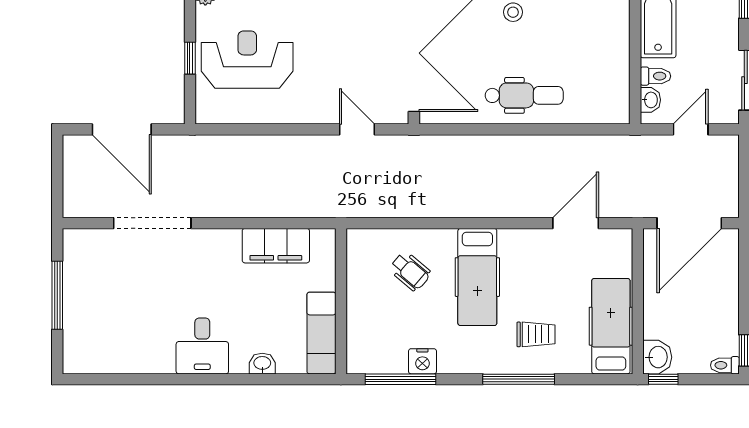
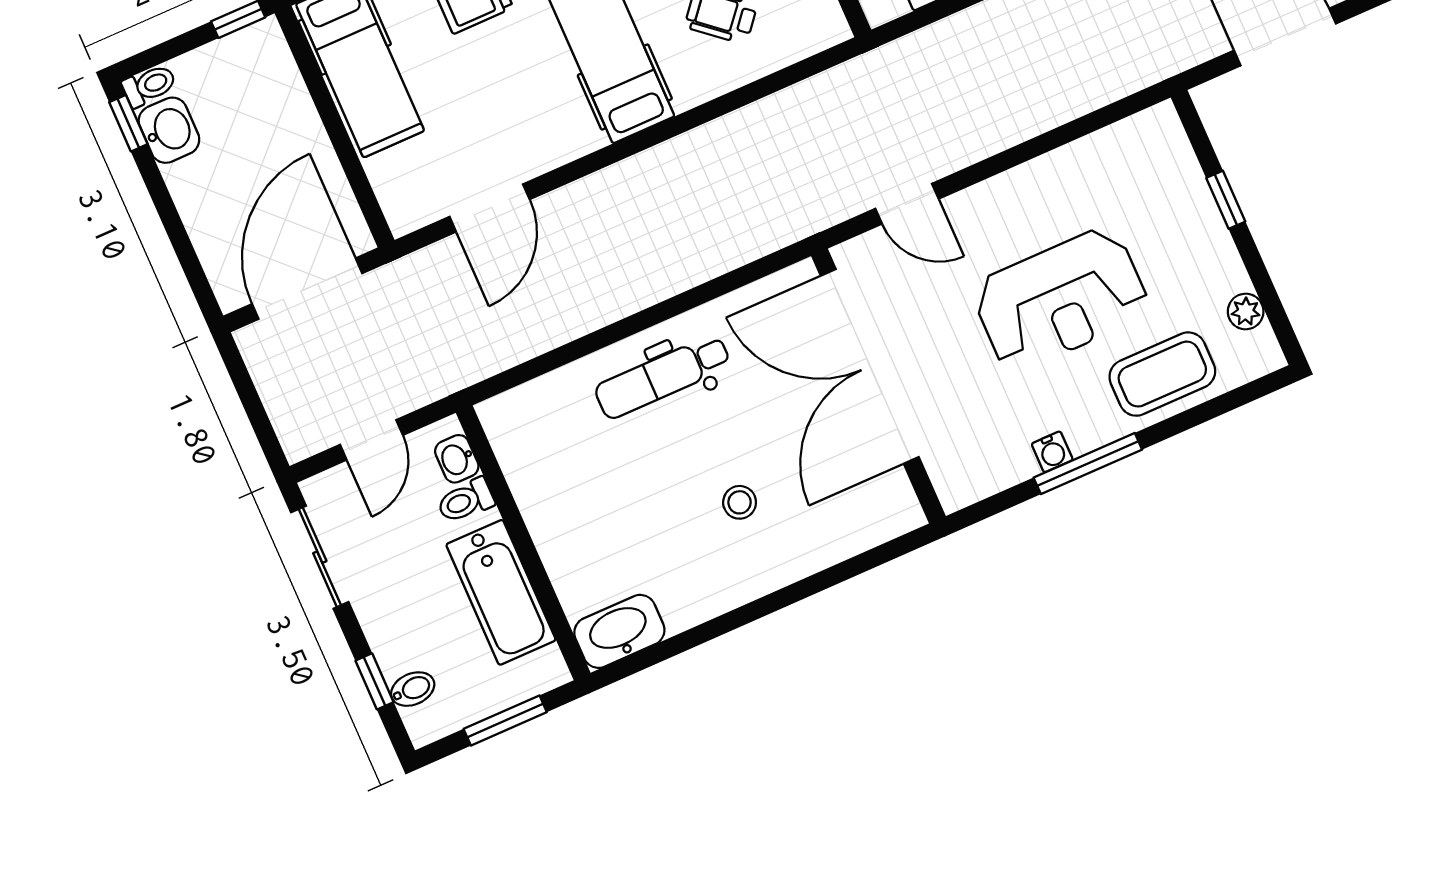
reception desk: (247, 60) -> (1061, 299), moved
washbasin: (657, 357) -> (169, 130), moved, turned 180

